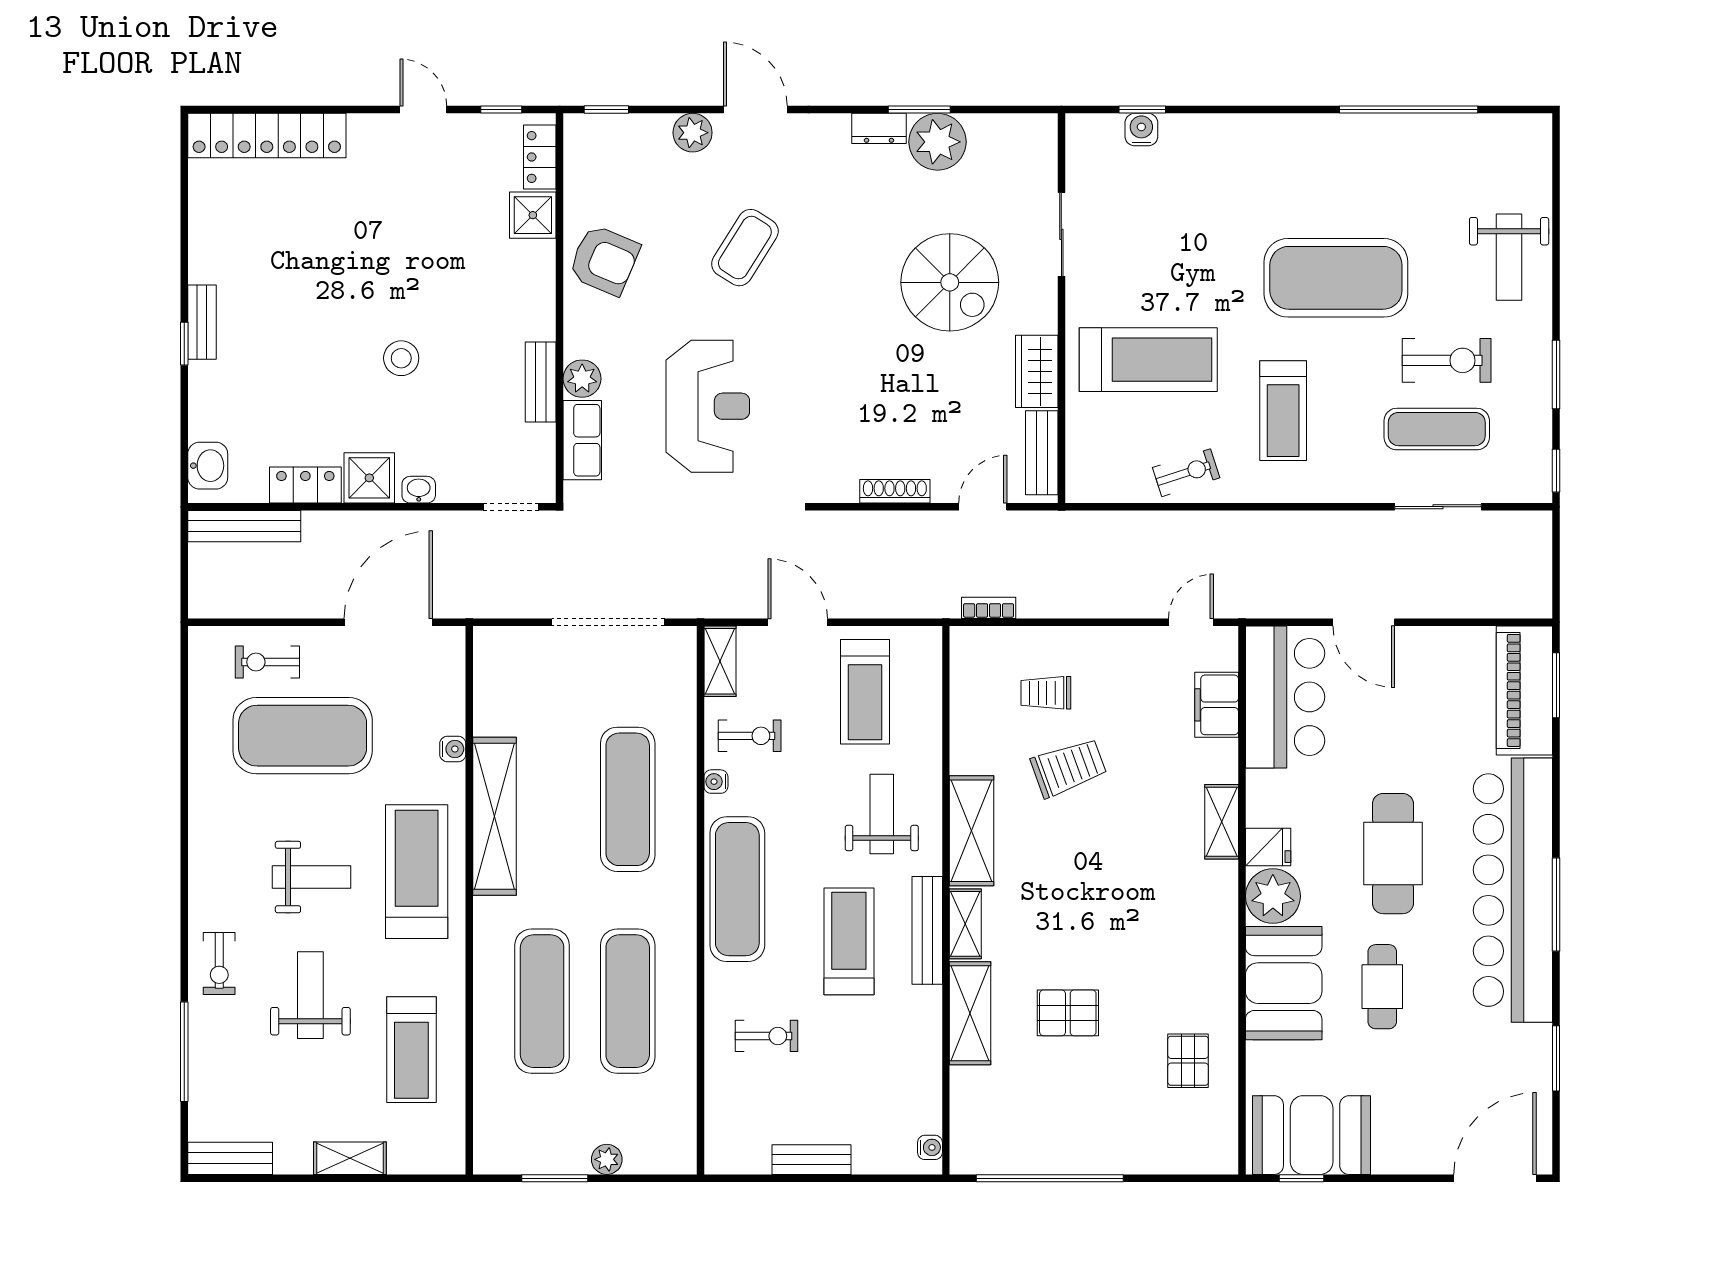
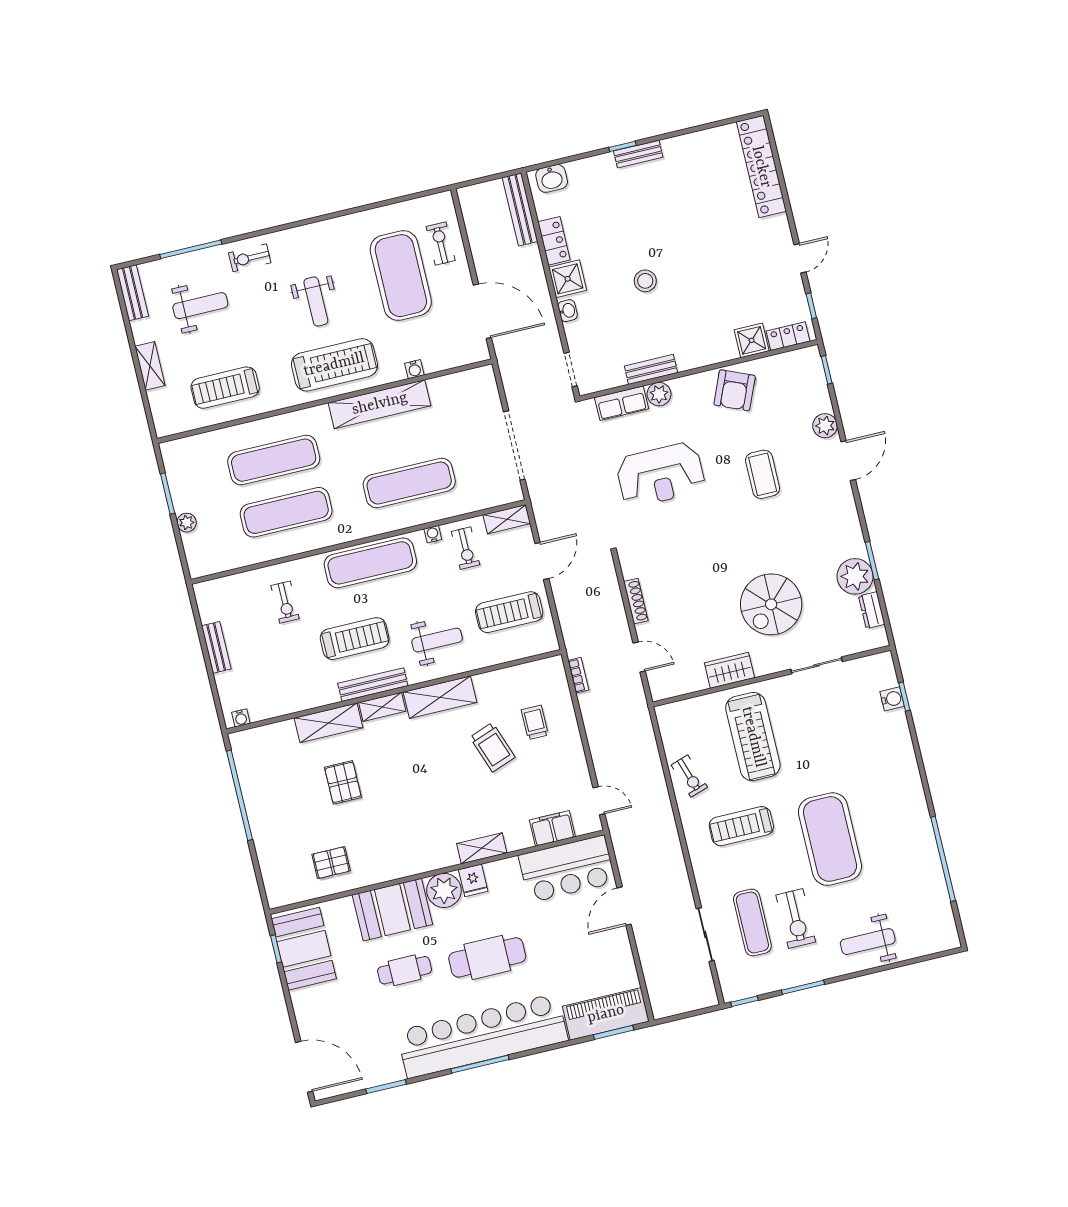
dresser: (879, 128) -> (872, 610), moved
coffee table: (745, 248) -> (763, 474), turned 58
bench: (1042, 453) -> (681, 685), removed
weight bench: (310, 995) -> (200, 306), moved

